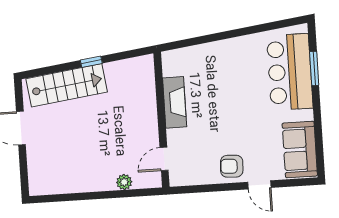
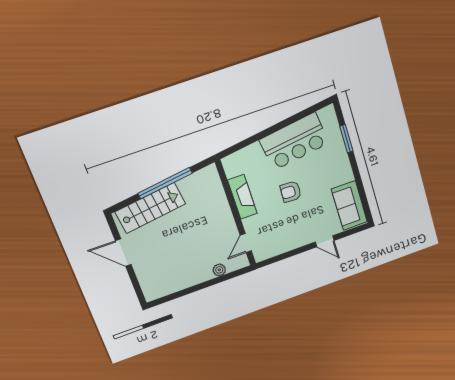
window: (91, 62) -> (165, 183), width x3.17
bar counter: (290, 72) -> (294, 141), moved, turned -98
armchair: (232, 166) -> (291, 192), moved

